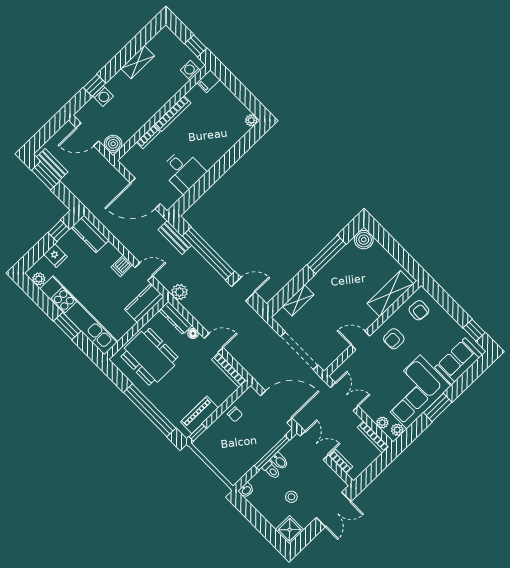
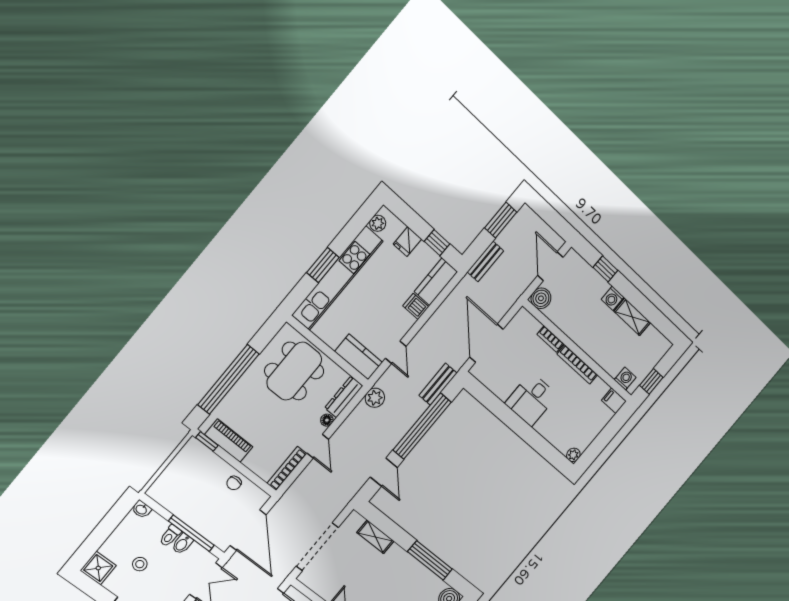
washing machine: (103, 96) -> (613, 298), moved
bench: (52, 165) -> (485, 261), moved
desk: (183, 171) -> (531, 399), moved
dishwasher: (122, 266) -> (416, 306), moved

